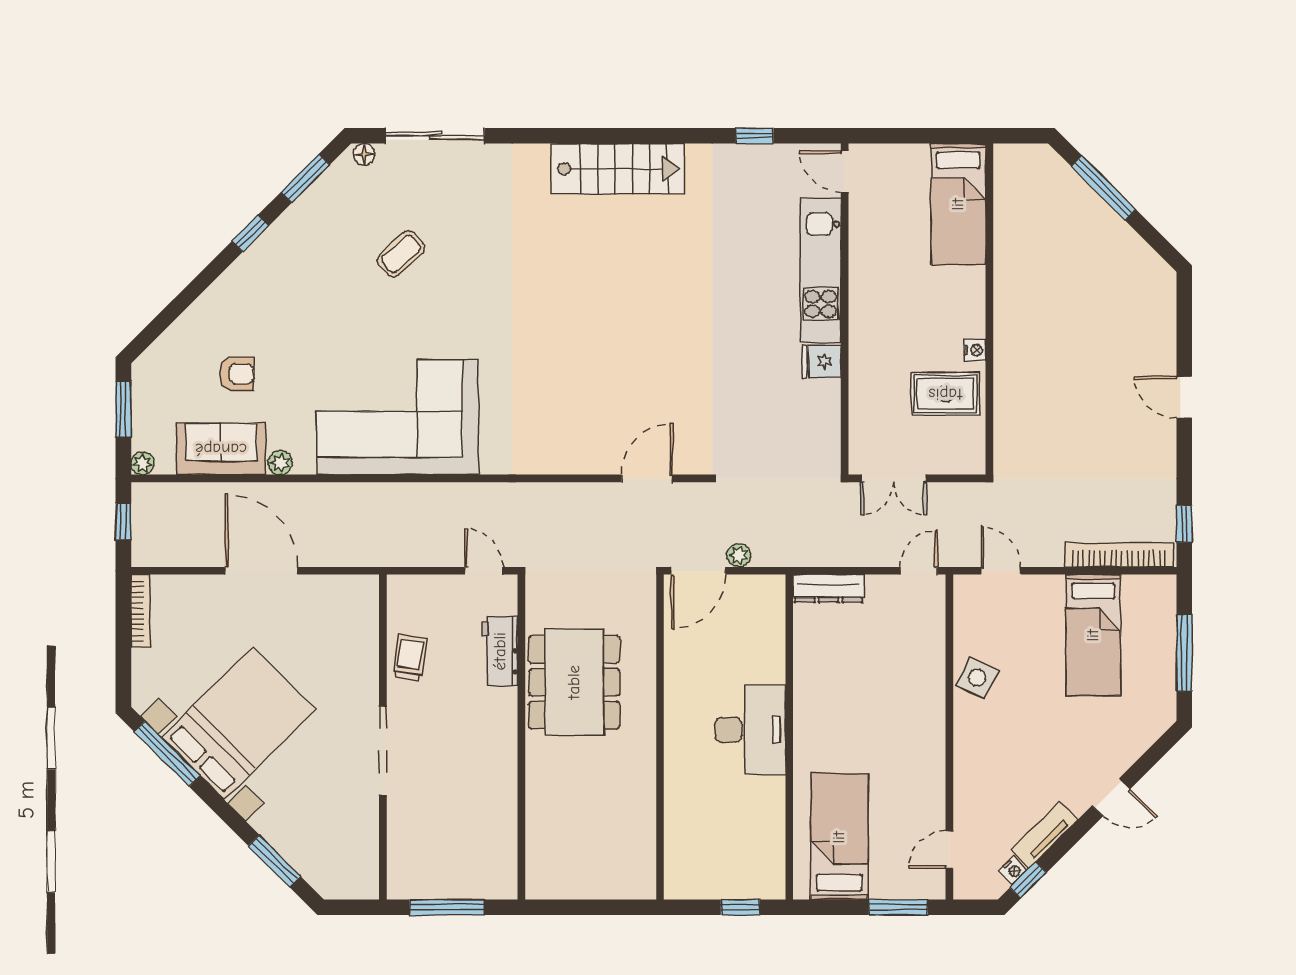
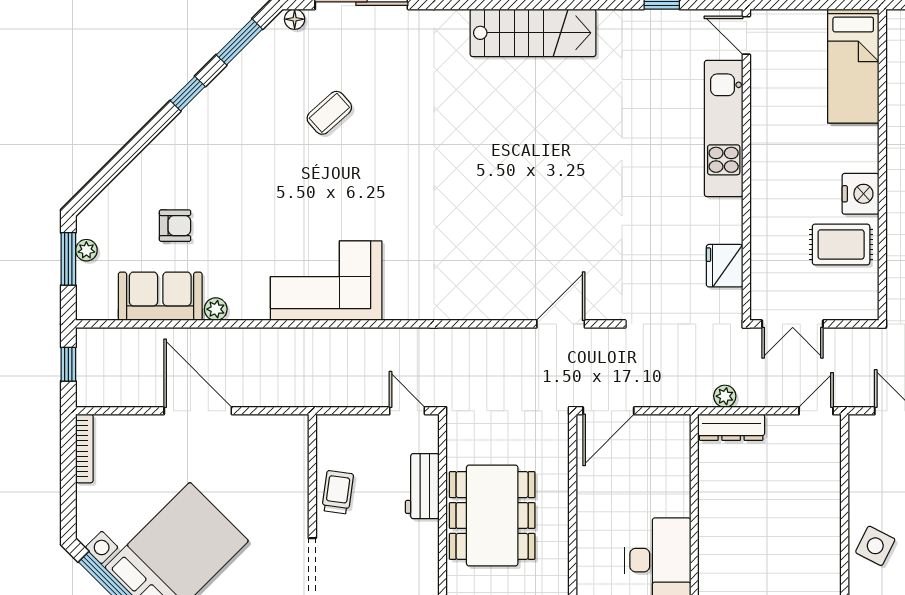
nightstand: (975, 350) -> (861, 194), width x1.89, depth x1.79
fridge: (822, 362) -> (725, 266), moved, width x1.38
corner sofa: (398, 417) -> (326, 281), width x0.73, depth x0.74
plant: (143, 463) -> (86, 250), moved
plant: (739, 555) -> (725, 396), moved
side table: (977, 678) -> (875, 546), moved

